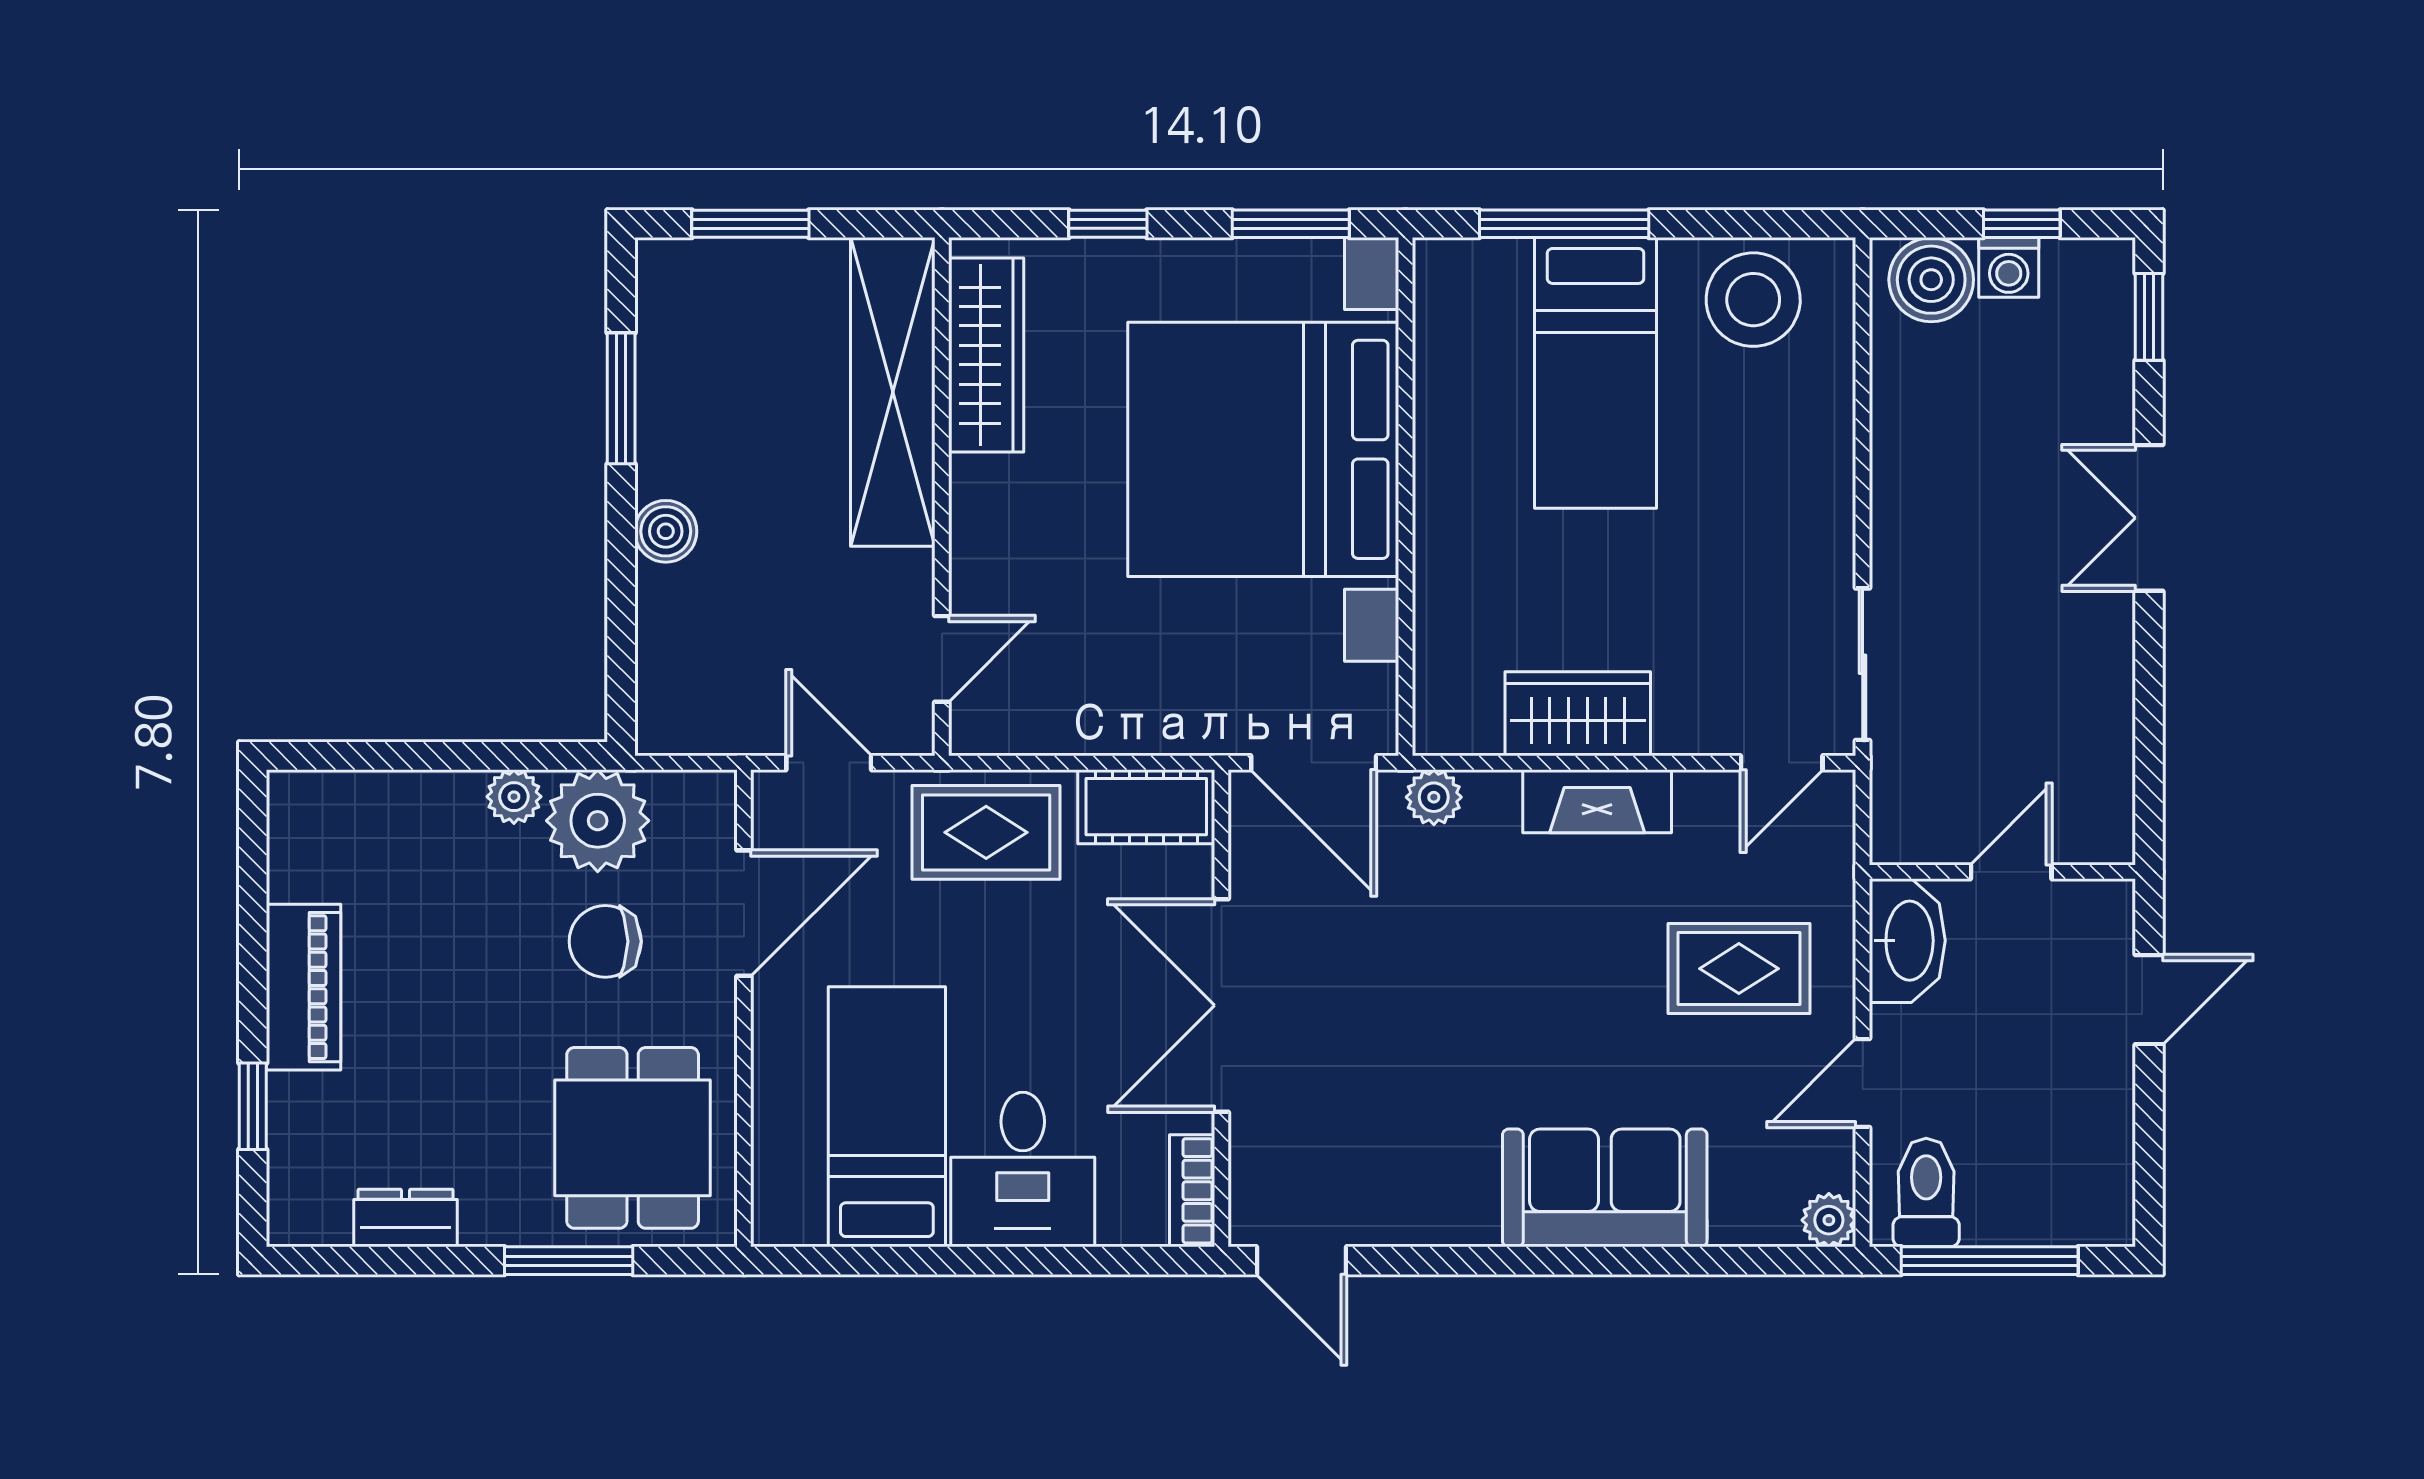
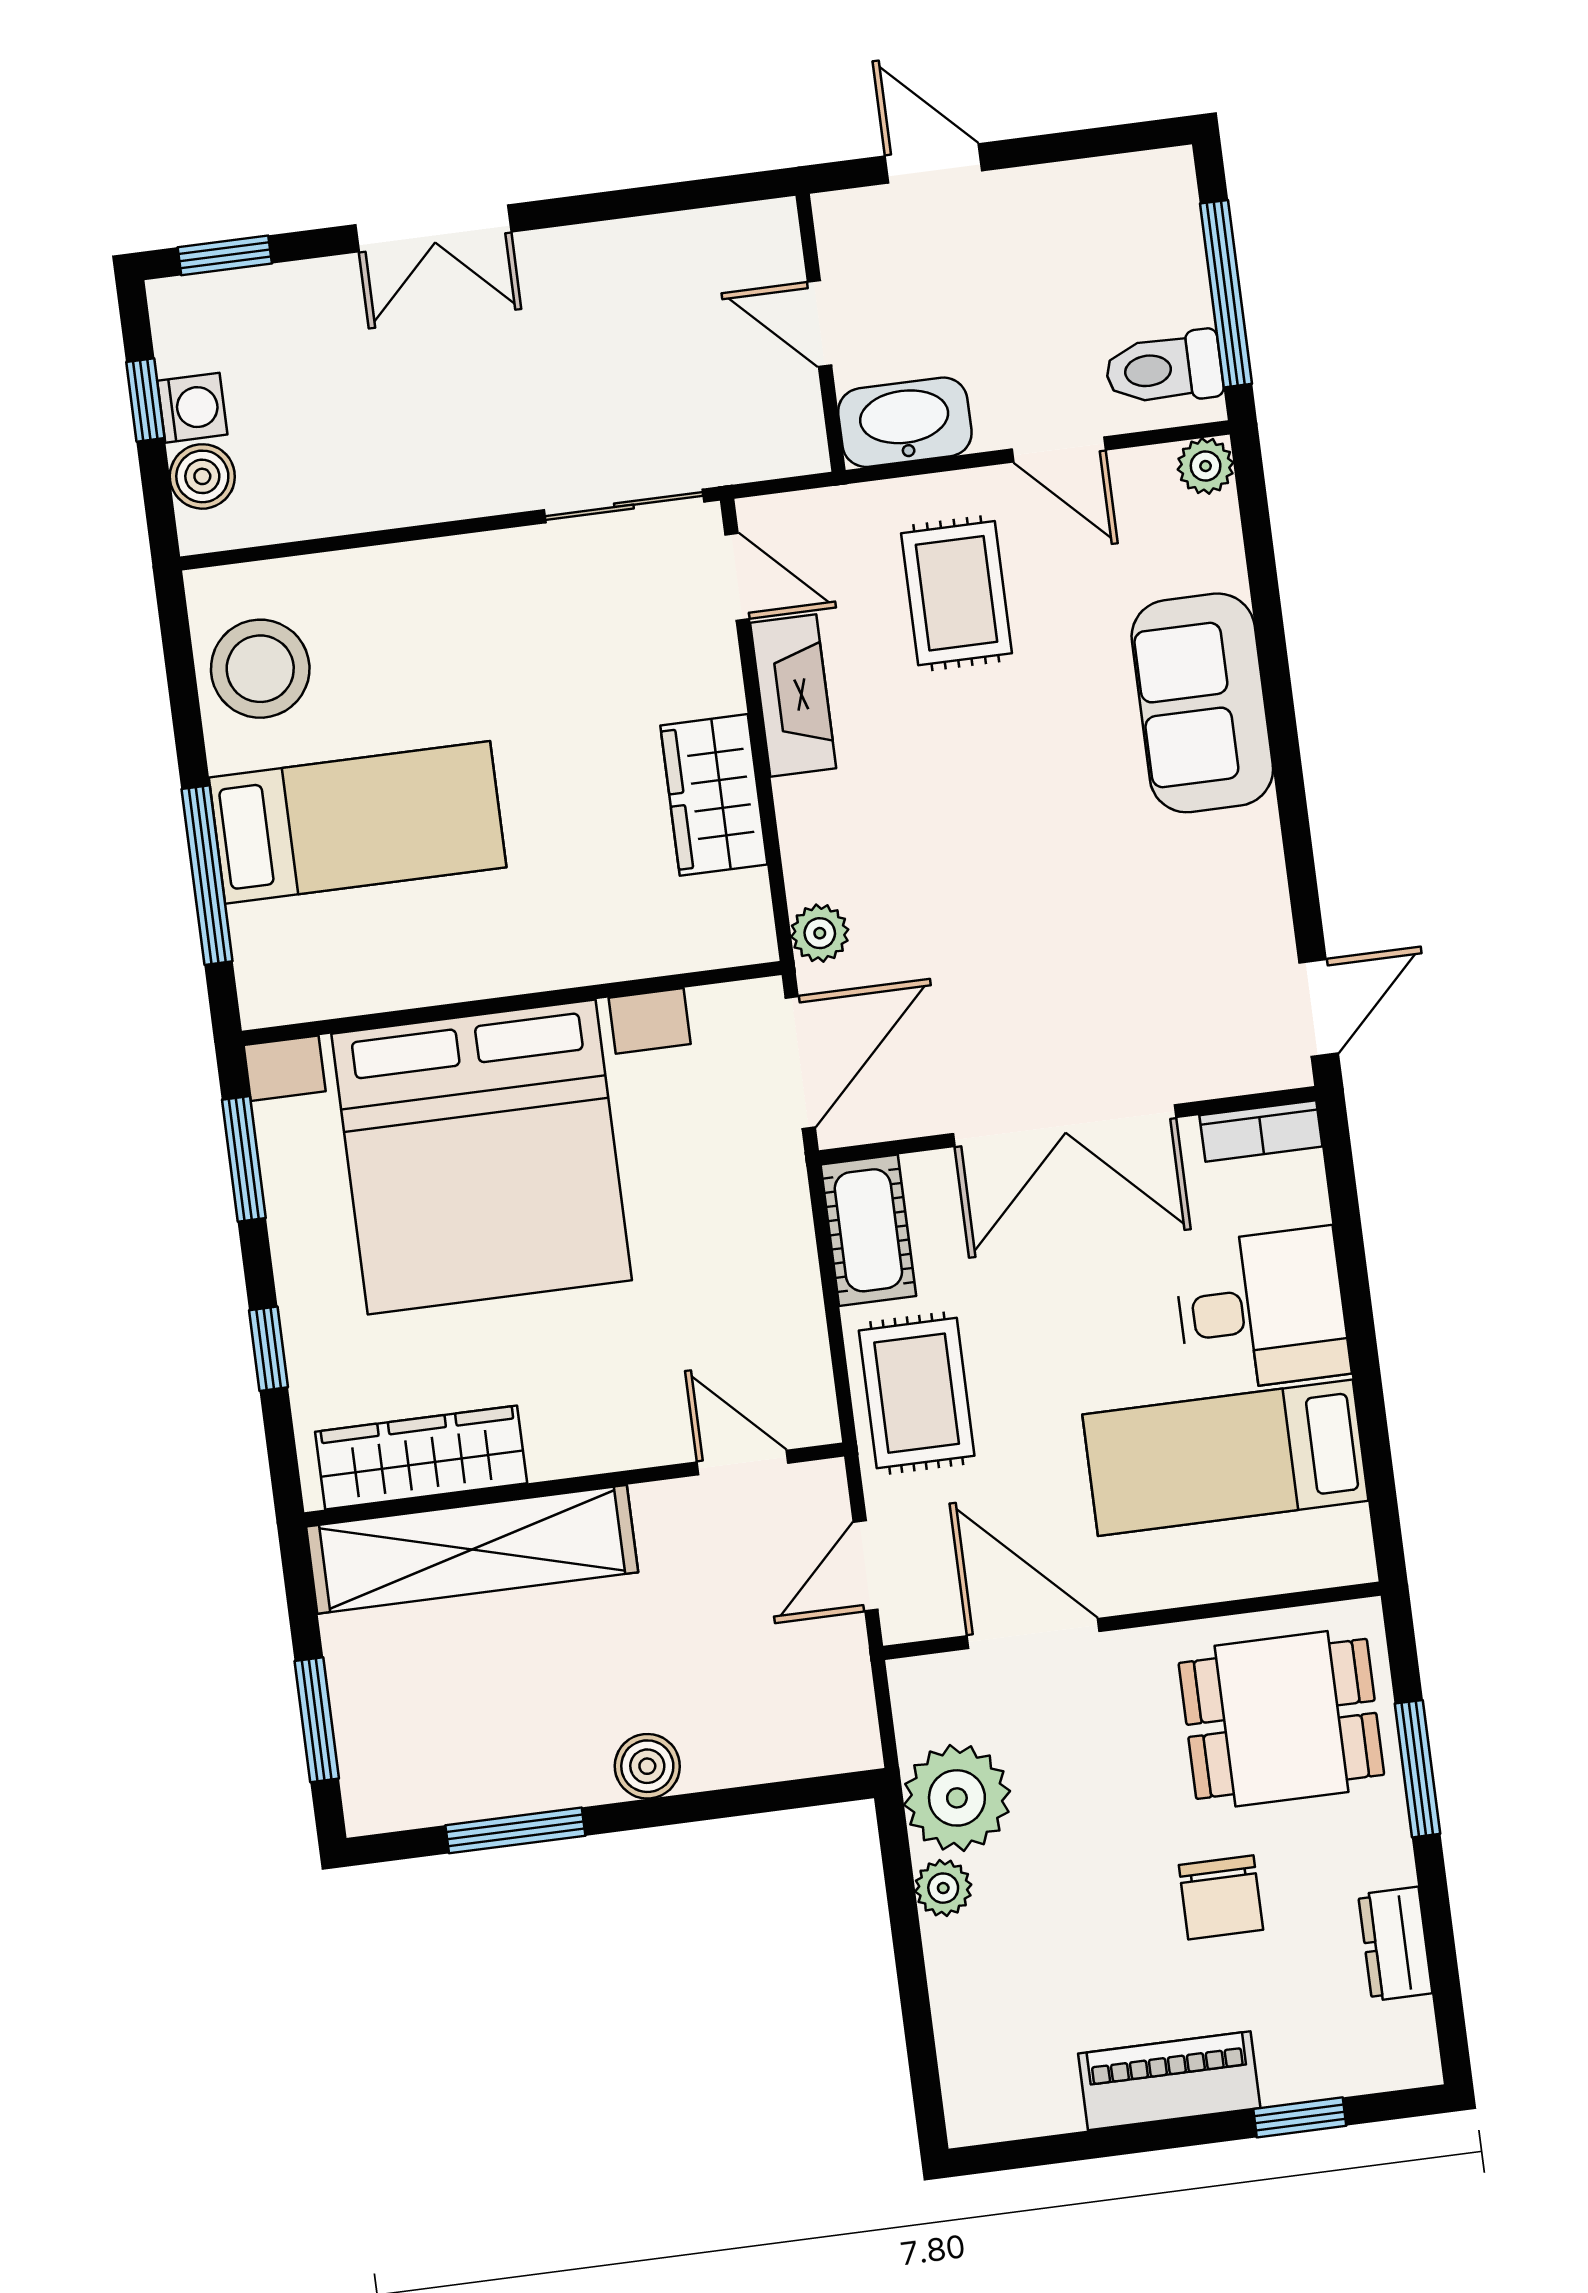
boiler: (1931, 280) -> (202, 476), width x0.73, depth x0.73
fireplace: (1597, 801) -> (793, 696), moved
chair: (605, 941) -> (1221, 1897), moved

